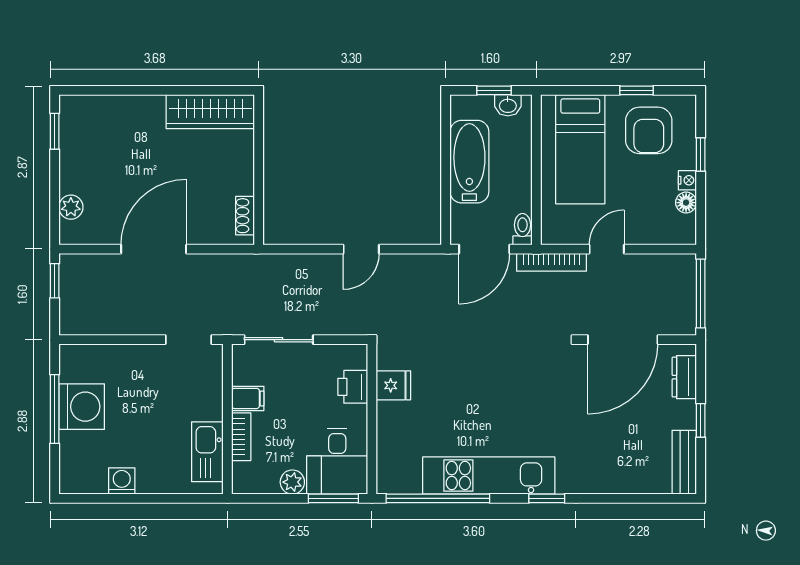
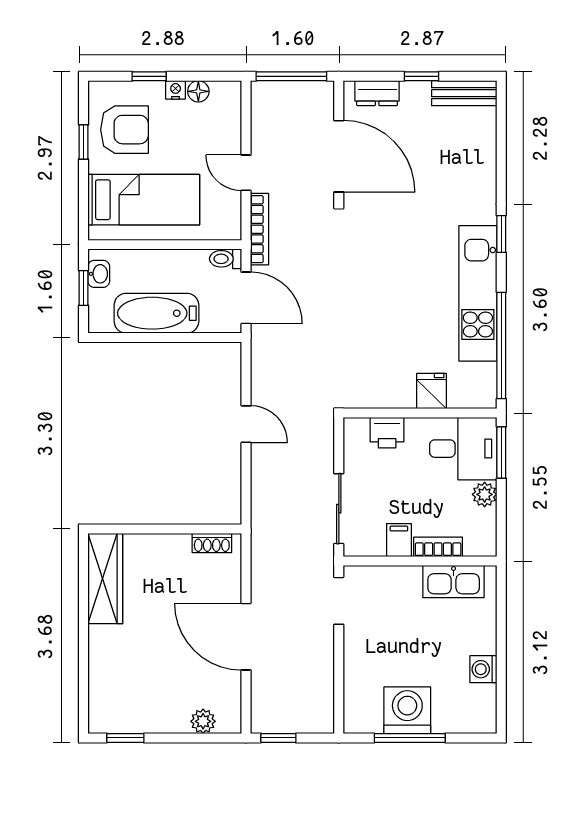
fridge: (393, 385) -> (431, 391), moved

